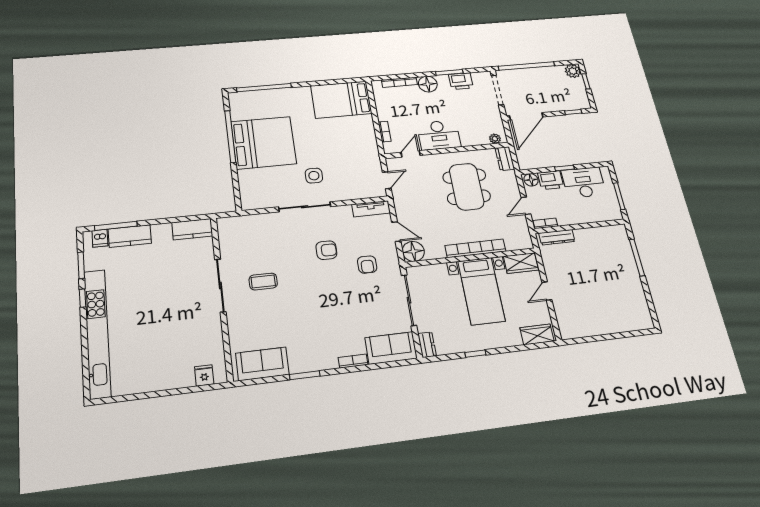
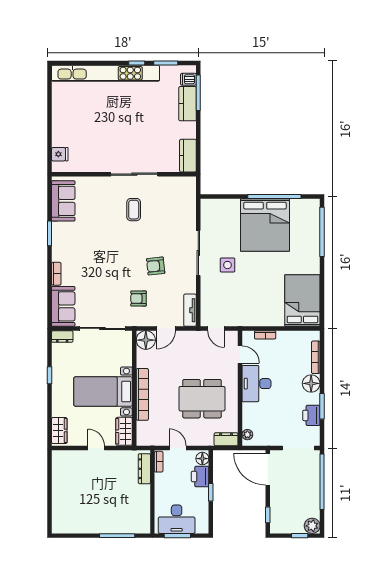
desk: (584, 183) -> (177, 519), moved, turned 90
armchair: (326, 250) -> (156, 266), turned 84

